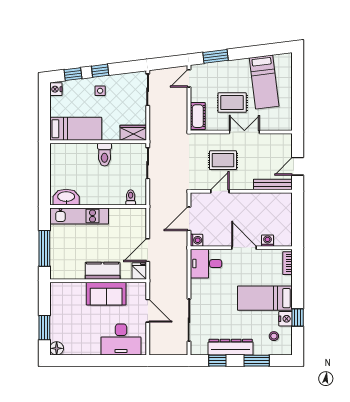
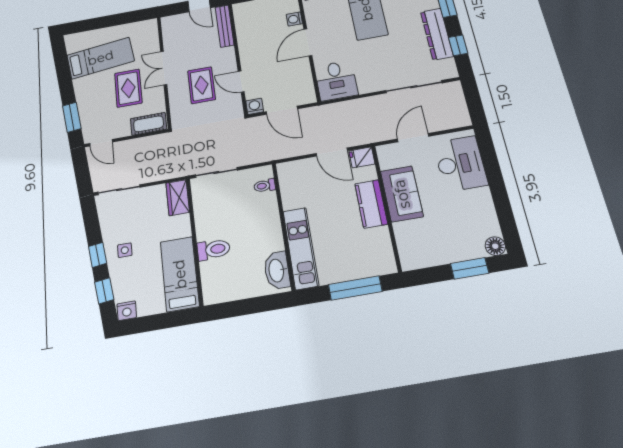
toilet: (105, 155) -> (213, 249), moved
washing machine: (196, 240) -> (255, 106), moved

